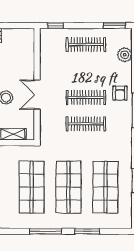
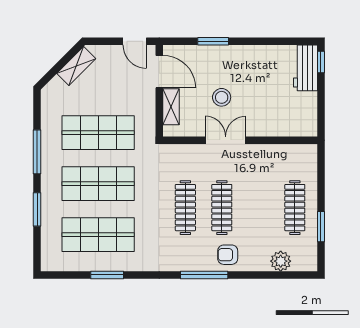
window: (55, 26) -> (321, 166), removed
window: (114, 26) -> (321, 227), moved

